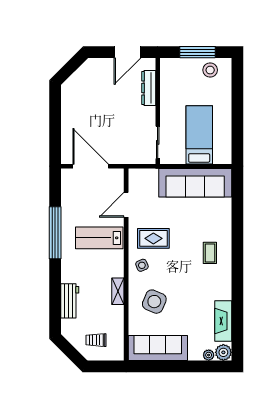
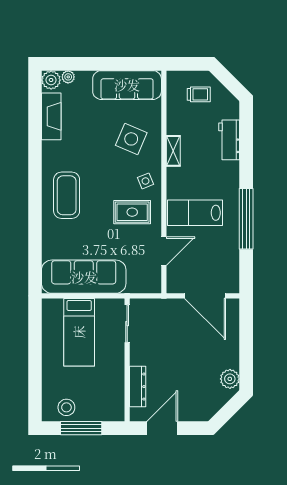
plant: (69, 95) -> (230, 379), added
lab bench: (99, 238) -> (195, 213), turned 180
coffee table: (210, 253) -> (67, 195), width x1.86, depth x1.72

